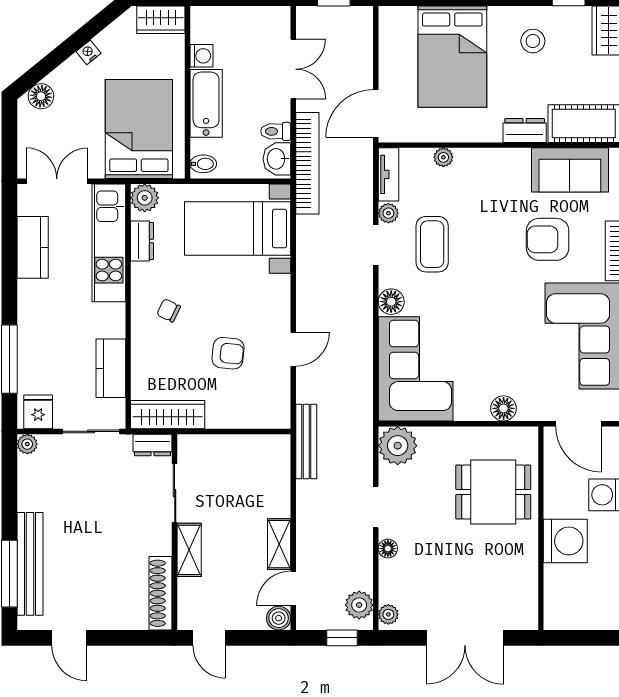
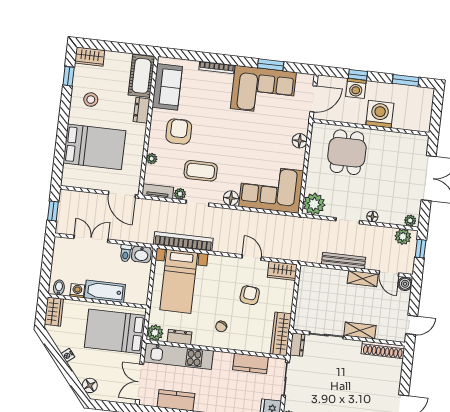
bookcase: (307, 163) -> (183, 241), moved
bidet: (203, 164) -> (59, 288), moved
armchair: (548, 239) -> (179, 132), moved, turned 180
wardrobe: (276, 404) -> (282, 271), added
bench: (306, 441) -> (344, 261), moved

